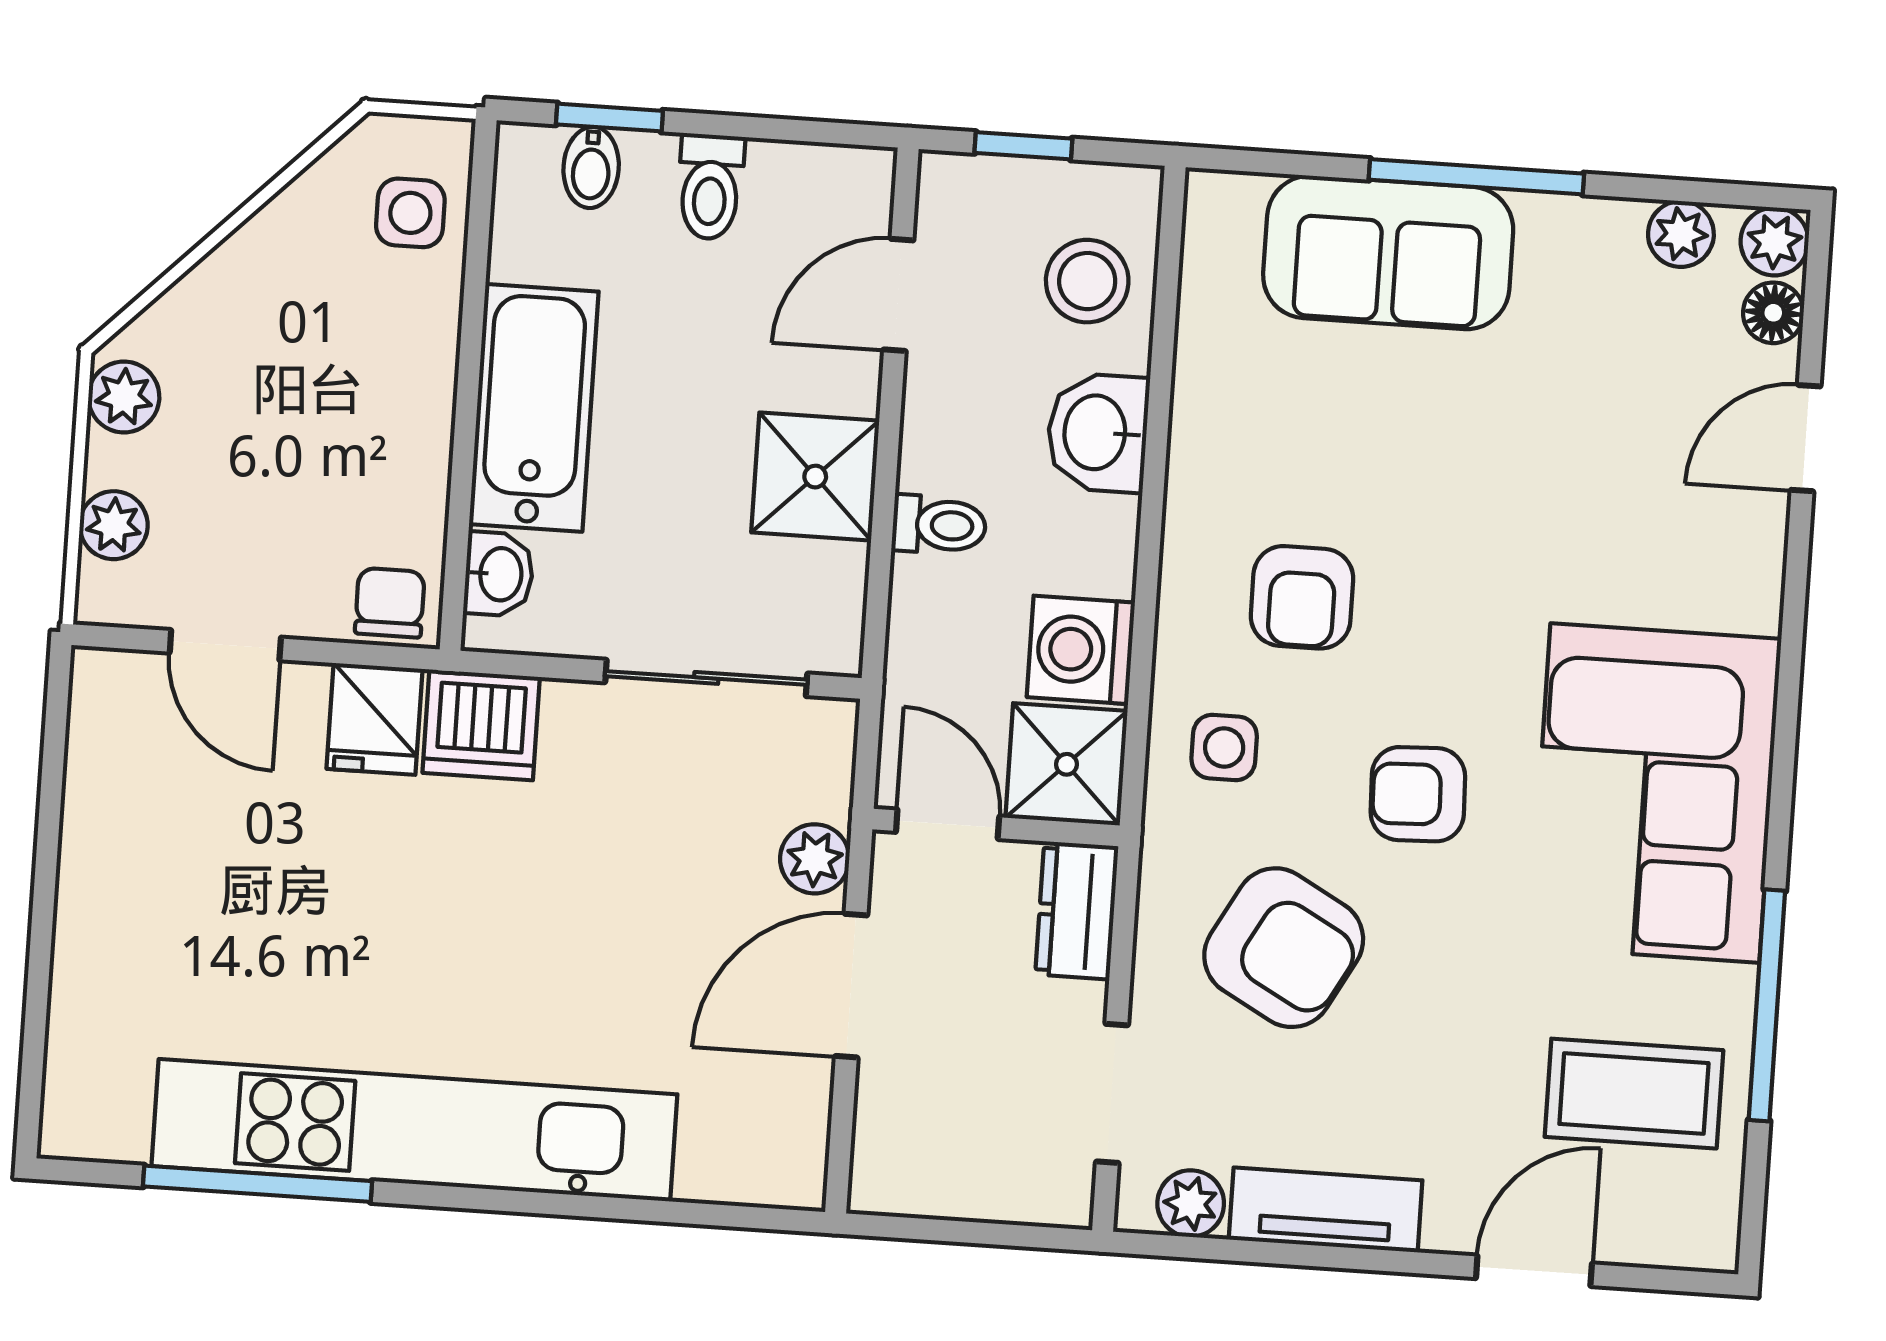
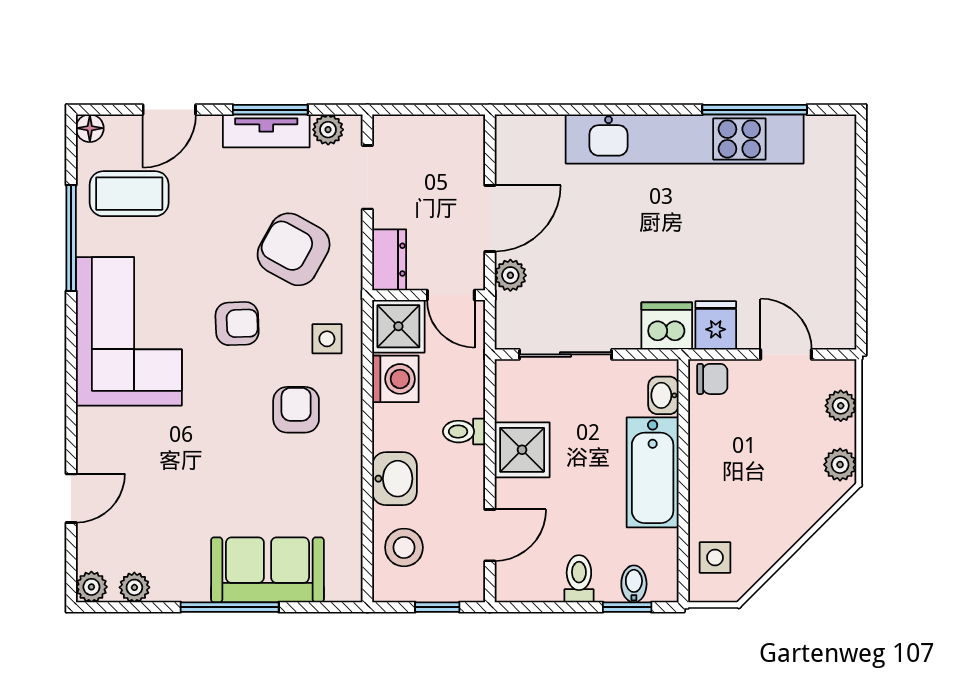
floor lamp: (1773, 313) -> (90, 128), moved
chair: (390, 603) -> (712, 379), turned -90
window: (1314, 1256) -> (270, 110), added

